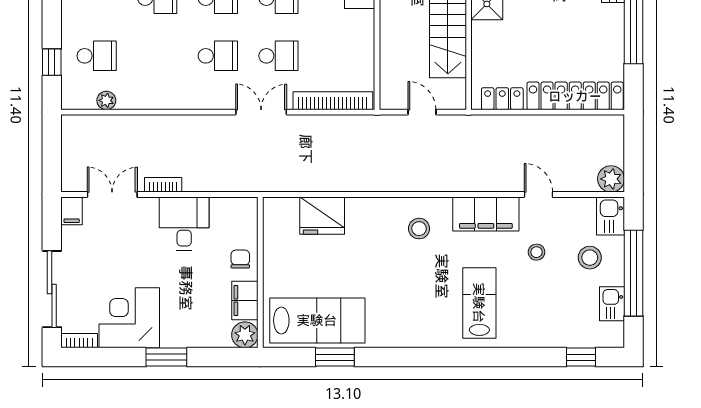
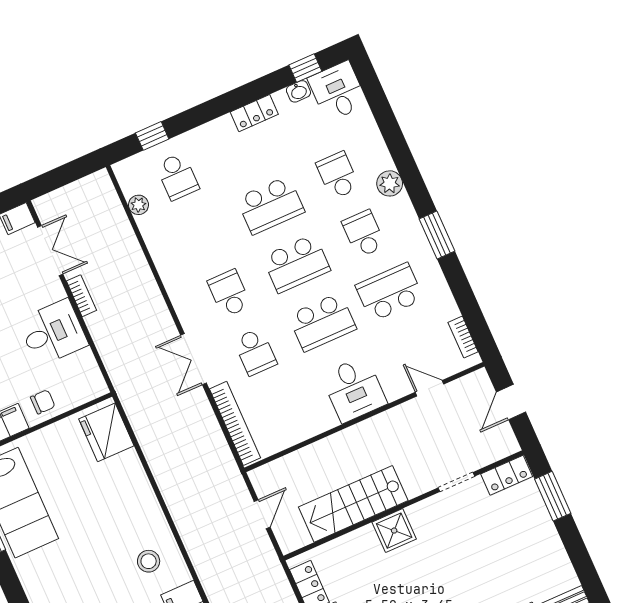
school desk: (218, 56) -> (229, 293), turned 180
double door: (261, 112) -> (193, 359), swing flipped
fridge: (322, 216) -> (106, 432), moved

